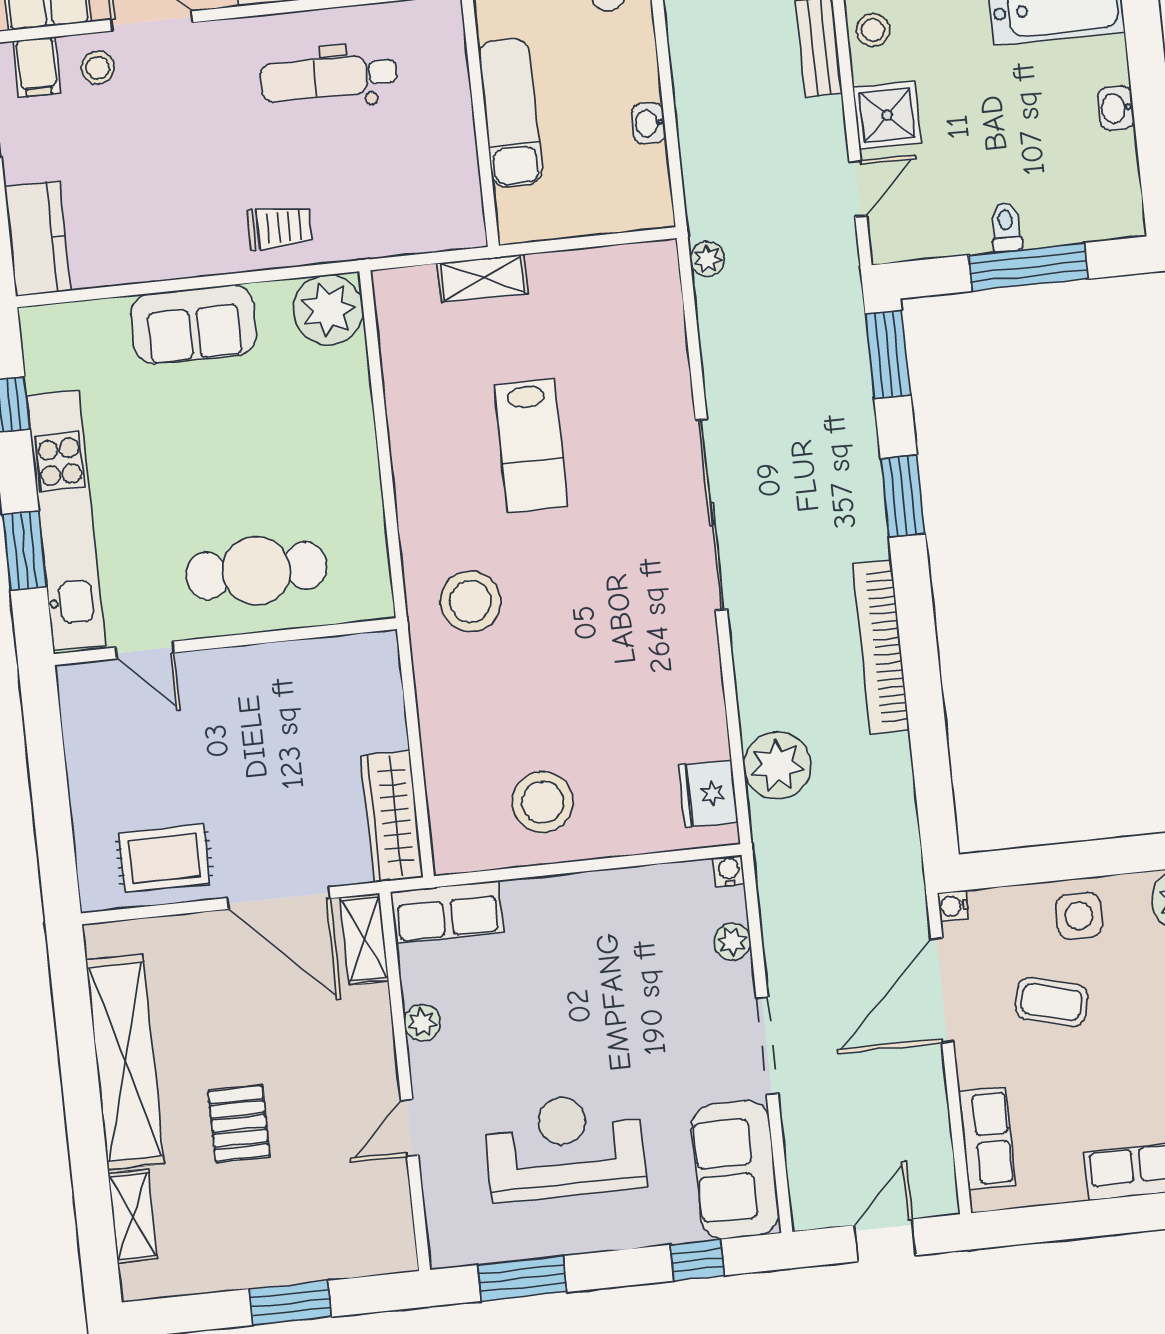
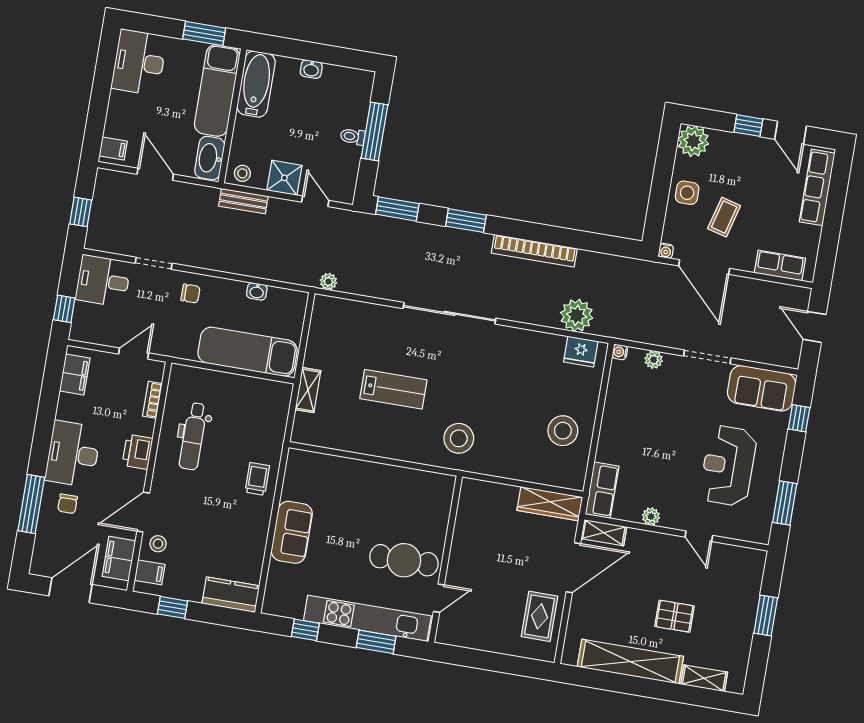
exam couch: (511, 113) -> (248, 352), width x1.36, depth x1.45
plant: (328, 310) -> (303, 467), removed
cafe table: (256, 571) -> (404, 560), moved, turned 90

